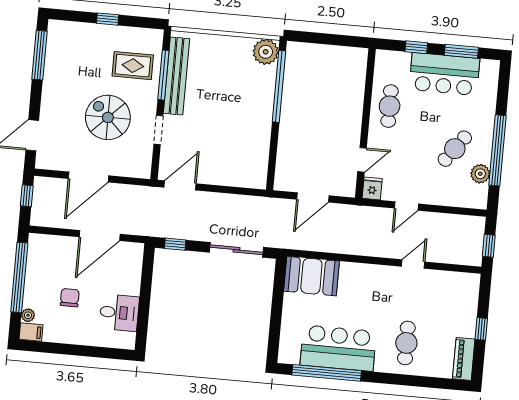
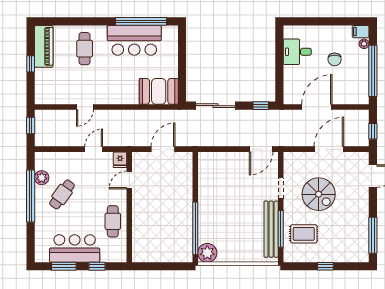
piano: (464, 359) -> (44, 46), width x1.37, depth x1.33

